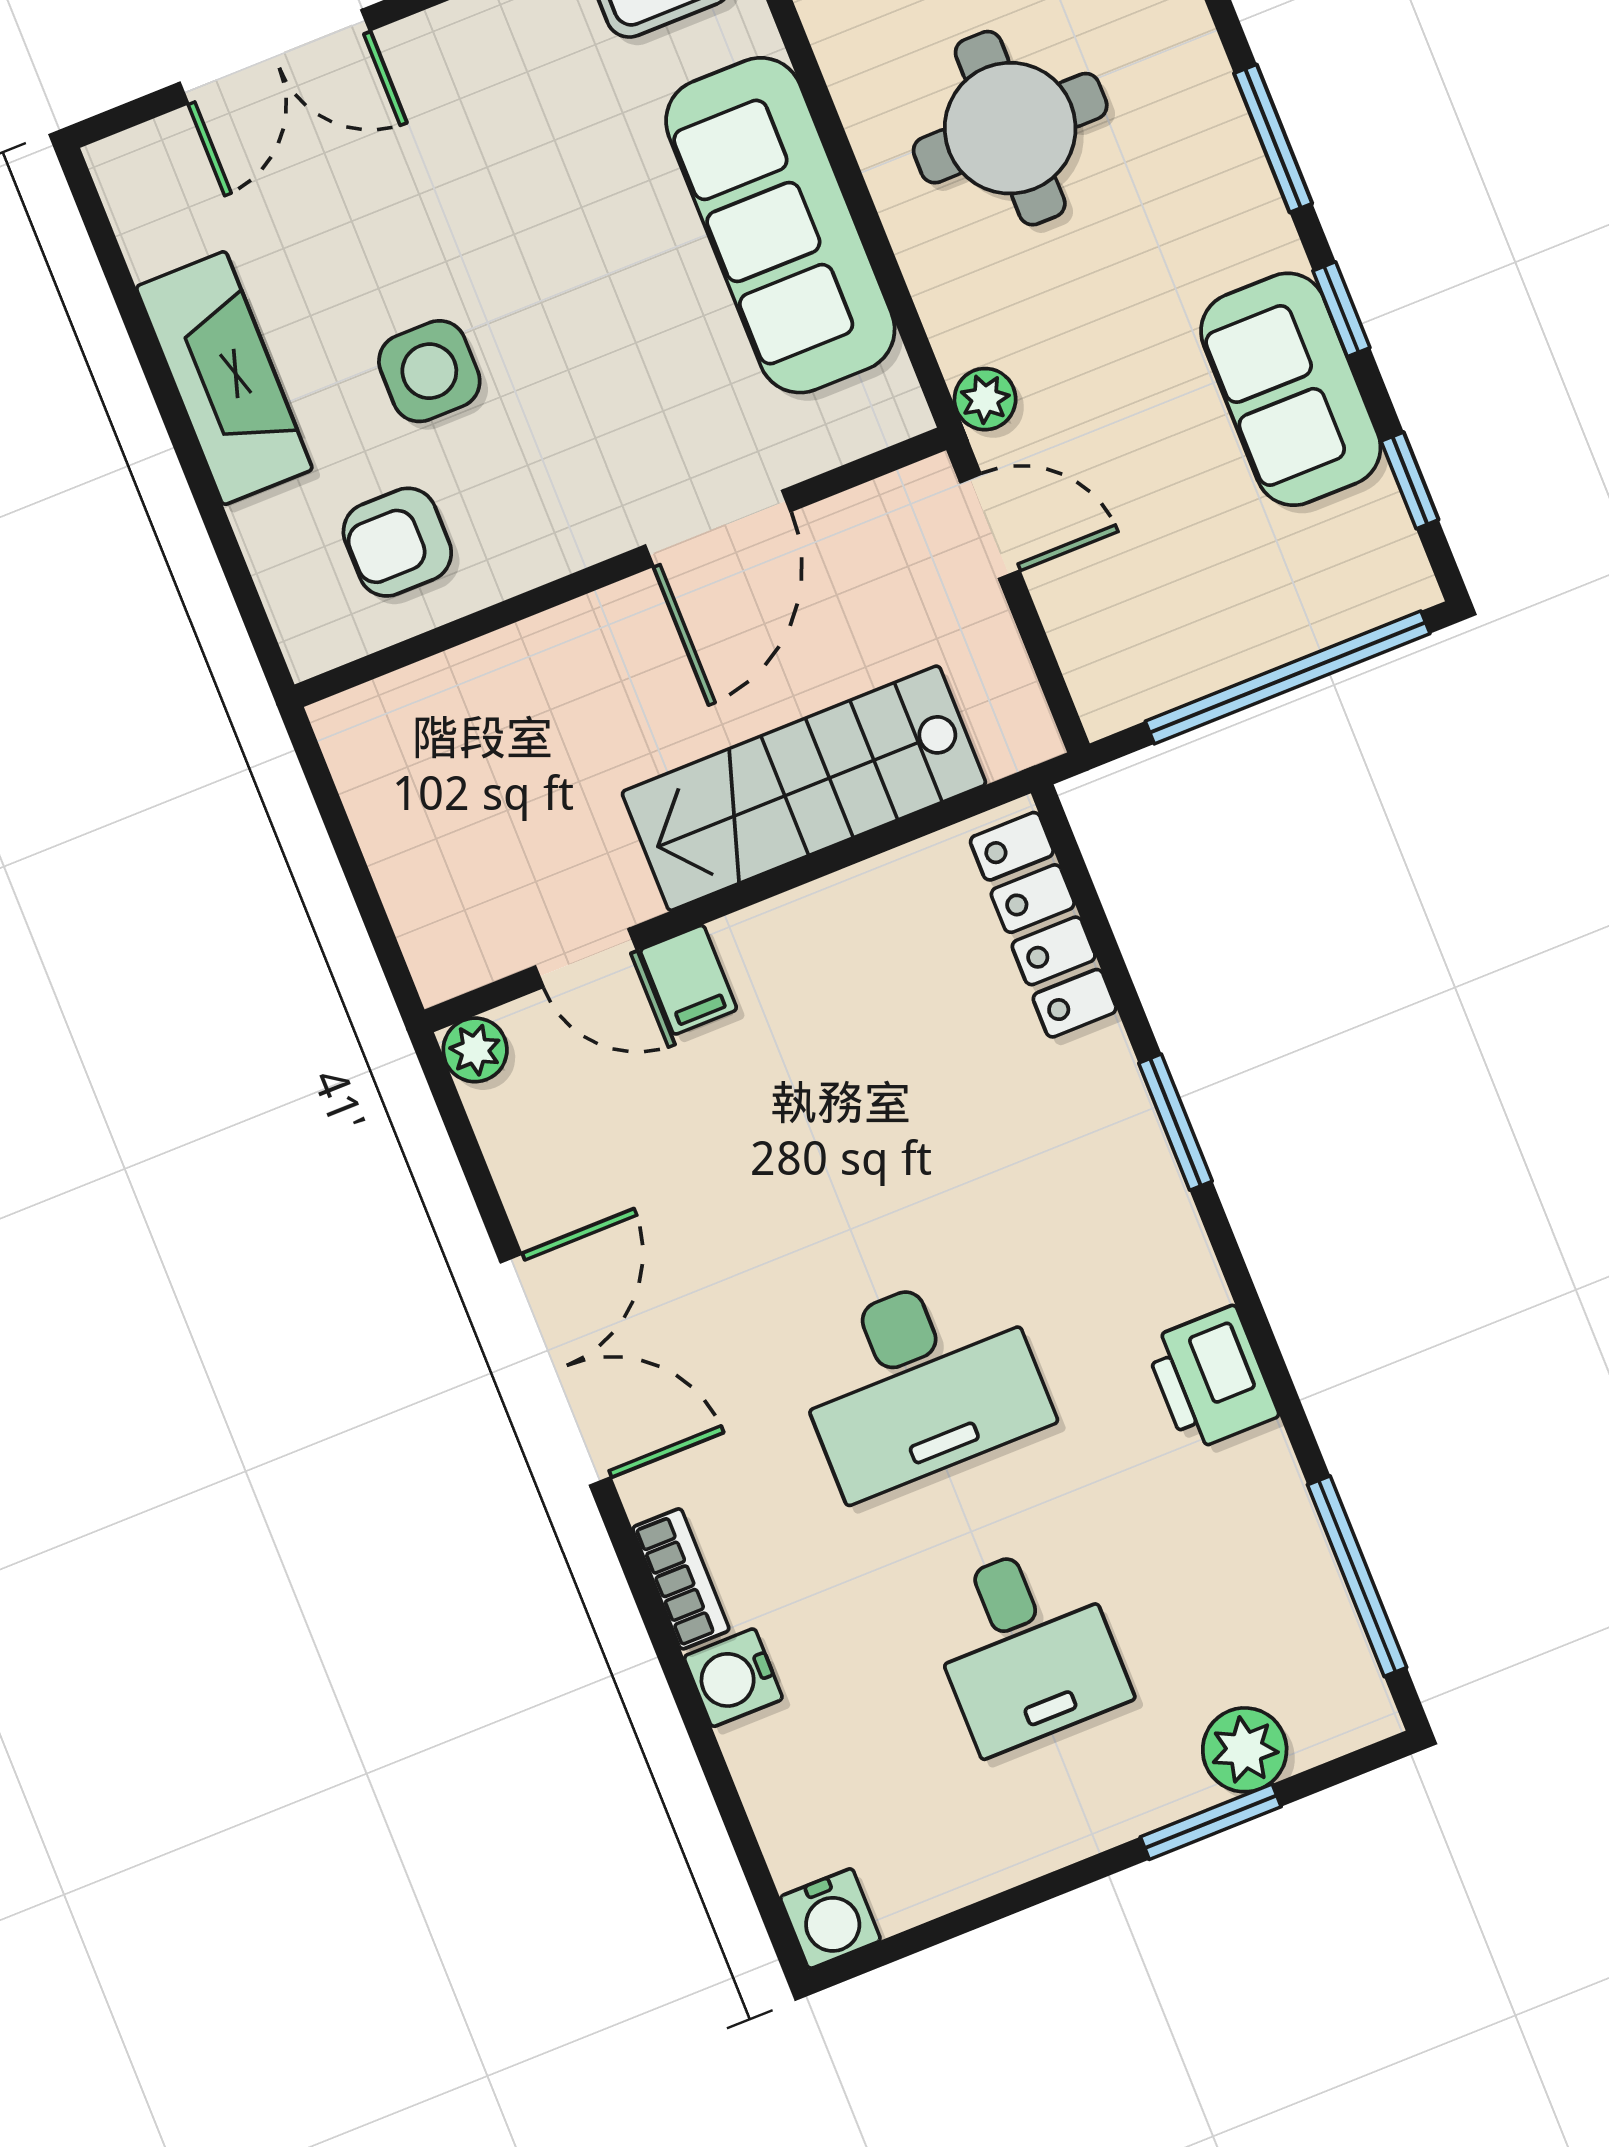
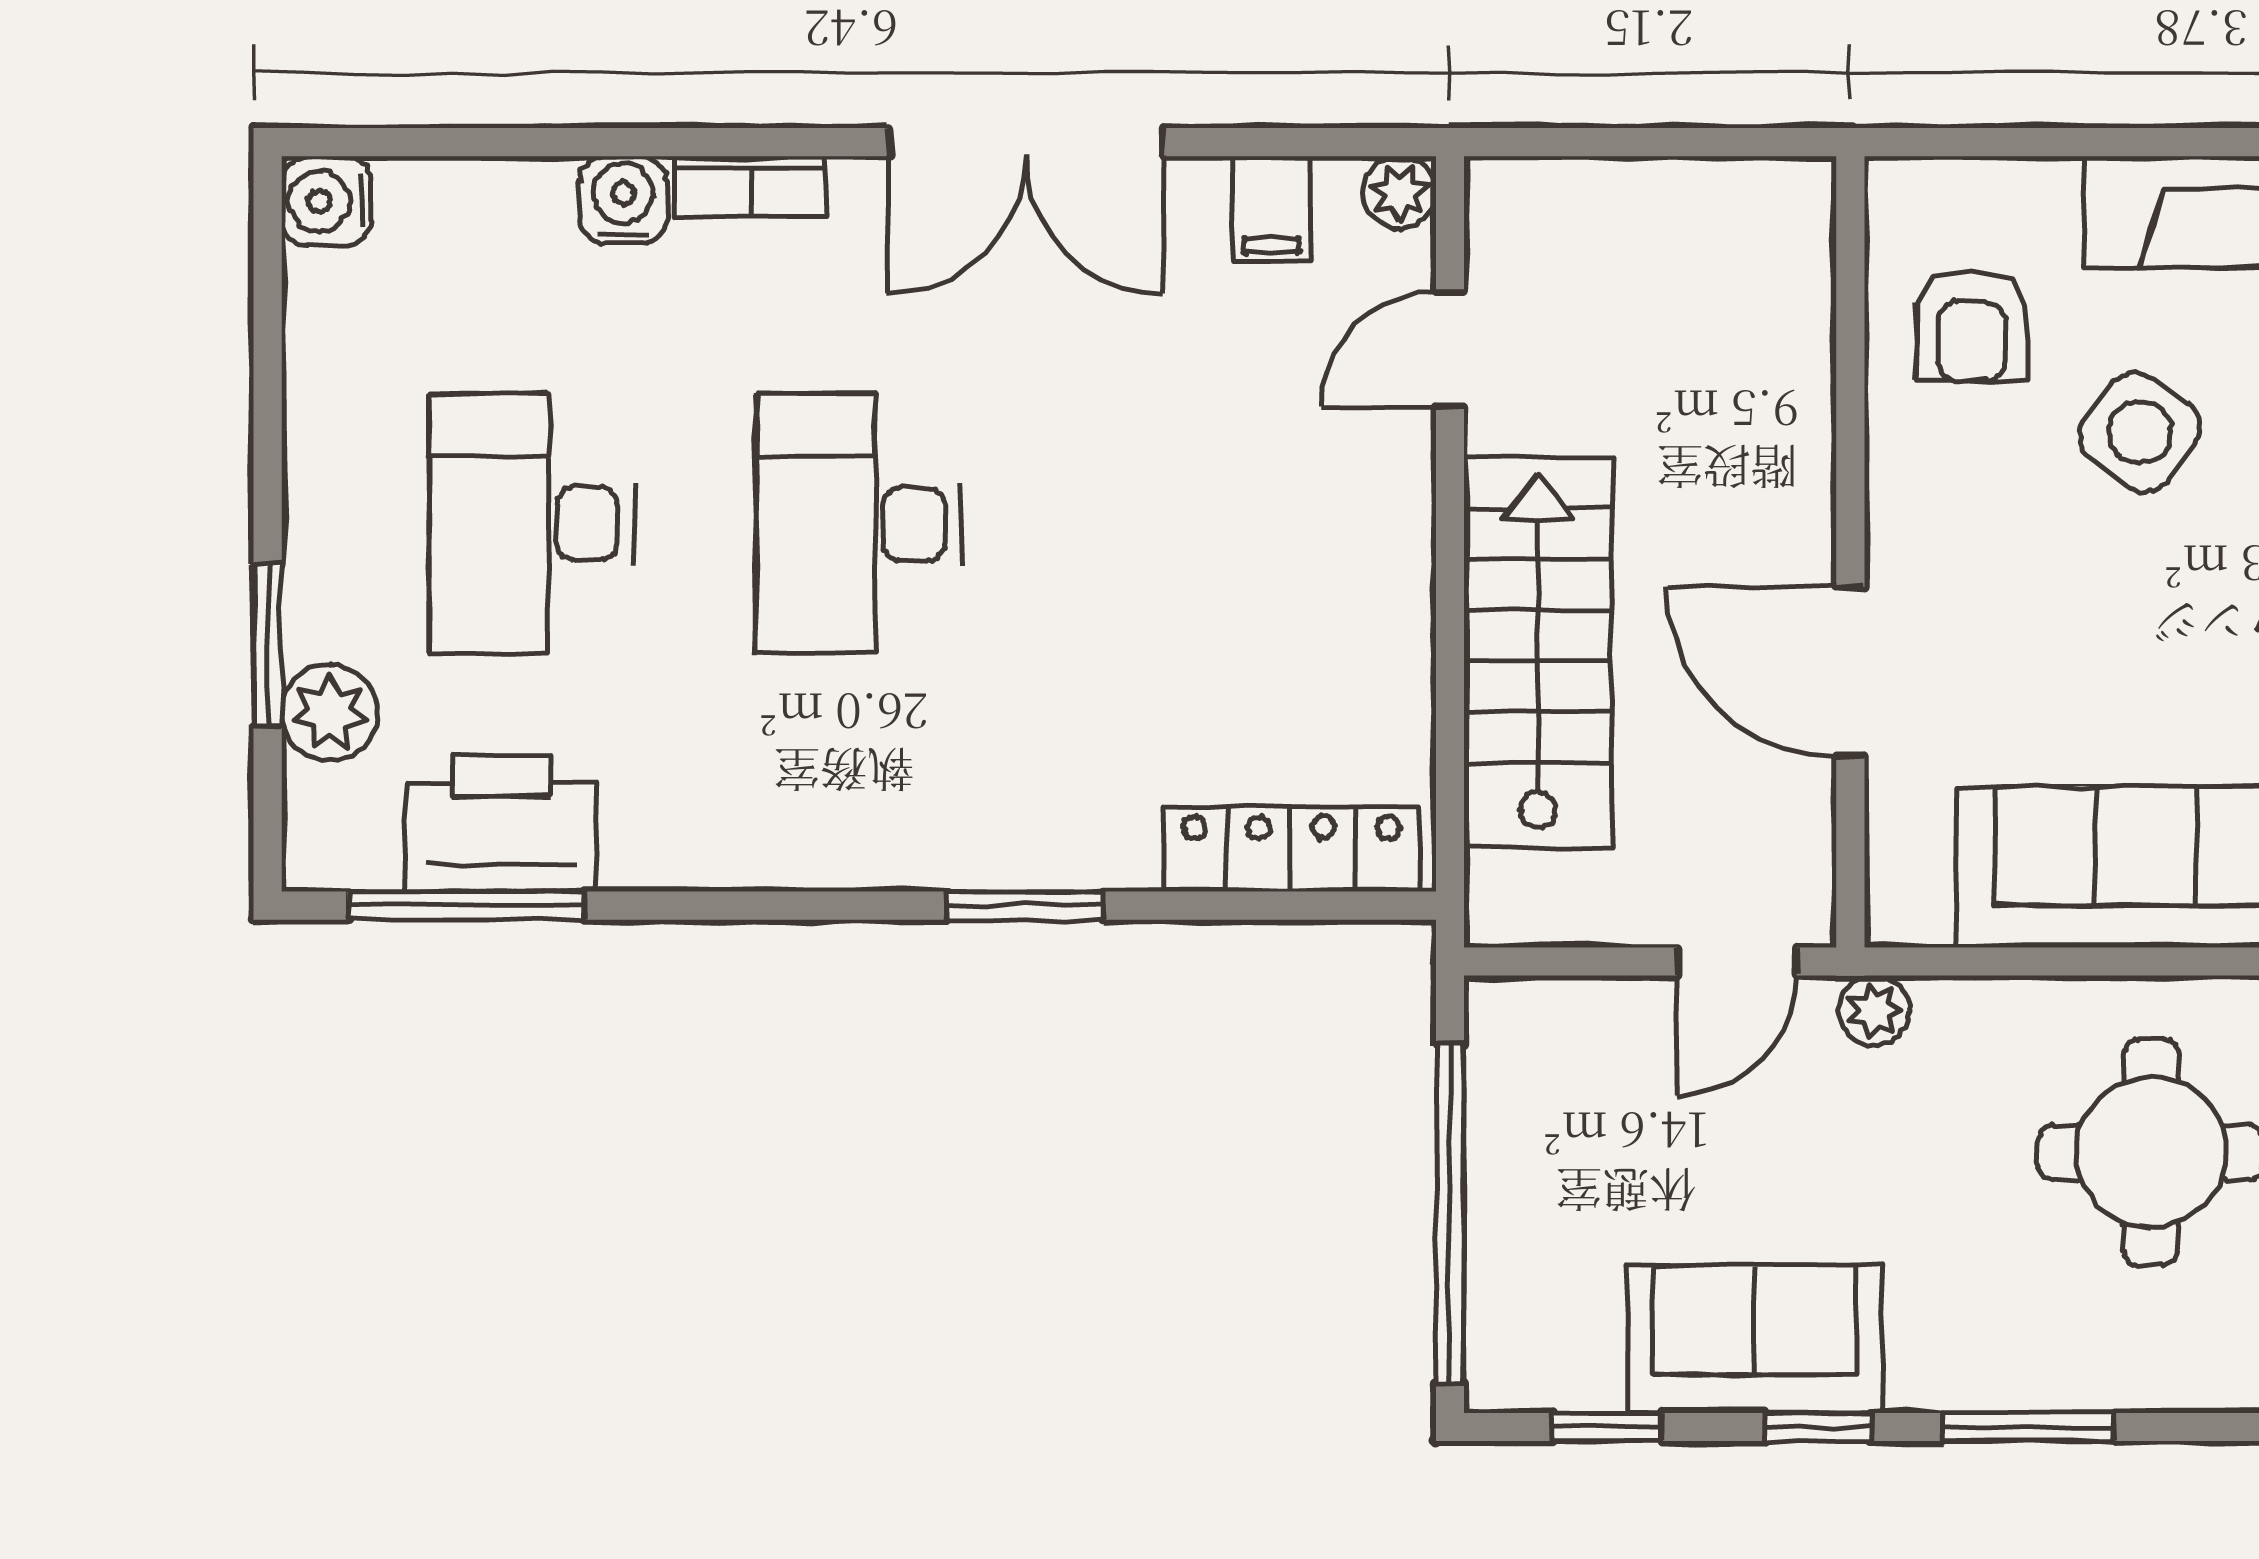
side table: (429, 371) -> (2140, 432), turned 36
armchair: (397, 542) -> (1972, 326), turned 180
filing cabinet: (688, 980) -> (1272, 209), moved, turned -90
printer: (1211, 1379) -> (501, 823), moved, width x1.37, depth x1.19
desk: (1026, 1647) -> (532, 524), width x1.37

